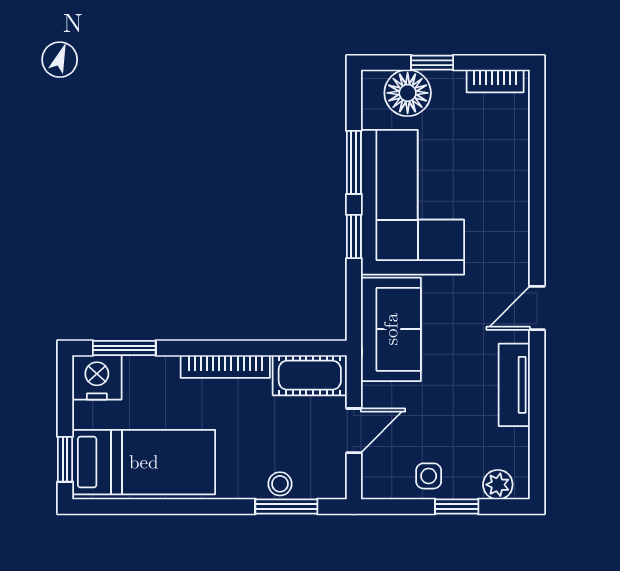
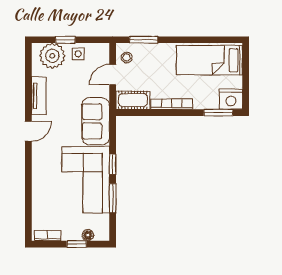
floor lamp: (408, 93) -> (88, 235), width x0.53, depth x0.53
window: (65, 459) -> (246, 61), removed
stool: (280, 484) -> (127, 57), moved
plant: (498, 485) -> (52, 56), width x1.88, depth x1.88

